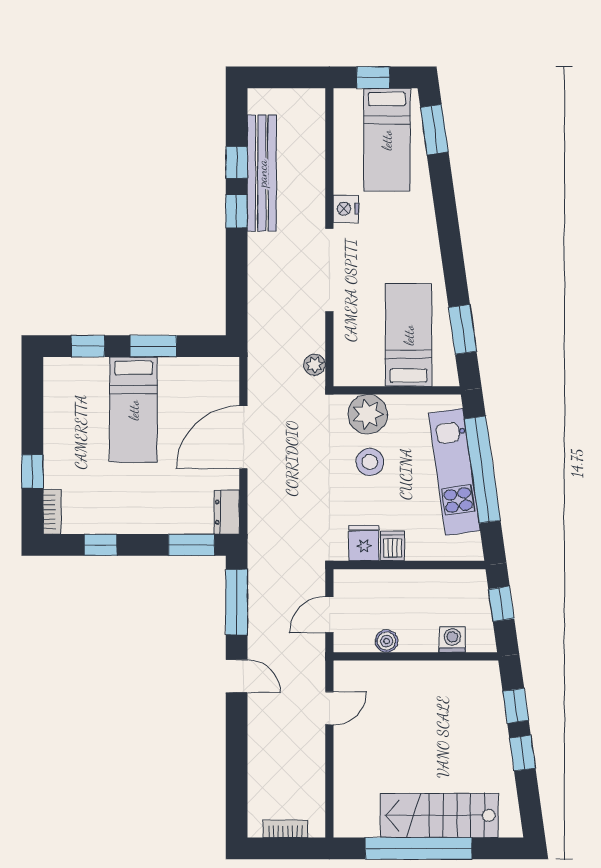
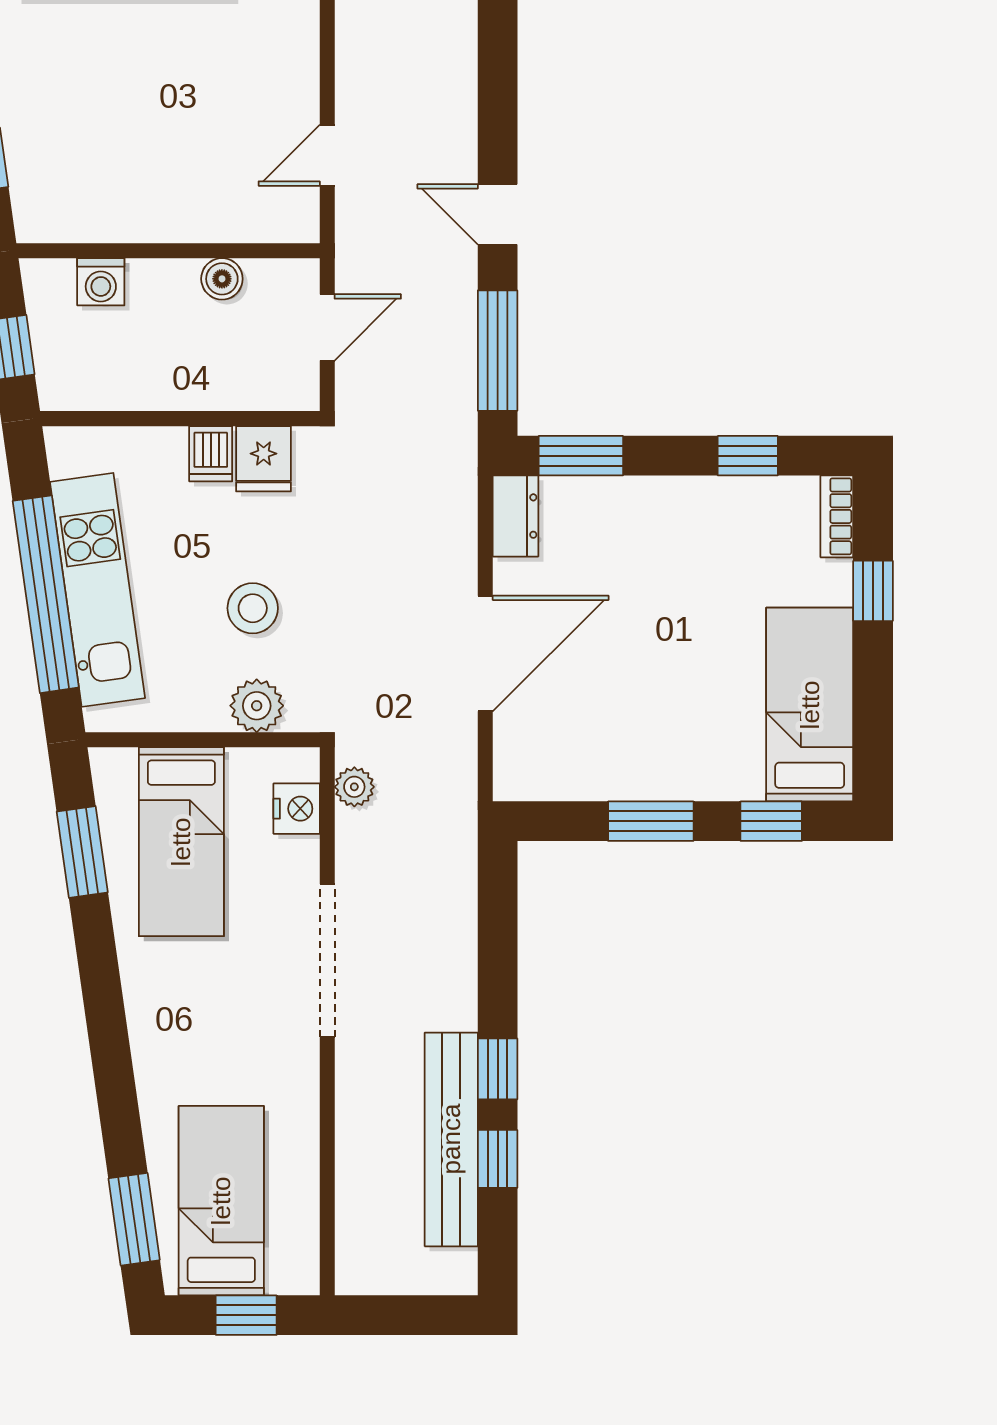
nightstand: (346, 209) -> (297, 809), moved
bed: (134, 410) -> (810, 705), moved
plant: (368, 414) -> (257, 706), width x0.73, depth x0.73

